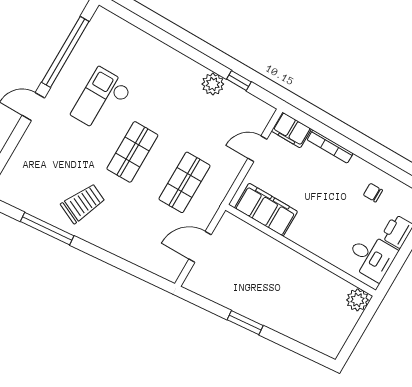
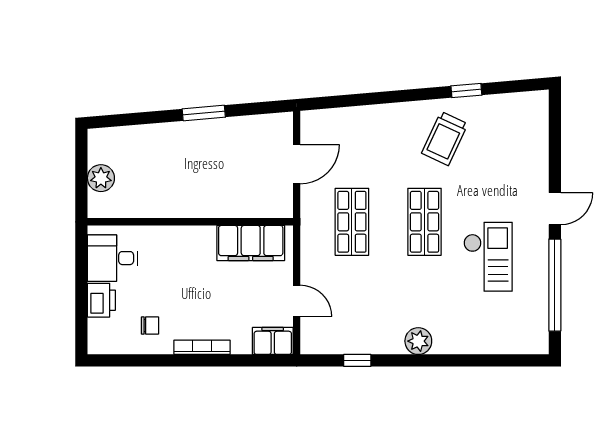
plant: (213, 84) -> (418, 341), moved
bookcase: (330, 147) -> (202, 347), moved
door: (257, 149) -> (297, 301), hinge flipped
window: (47, 229) -> (466, 91), width x0.46
plant: (358, 300) -> (101, 178), moved

